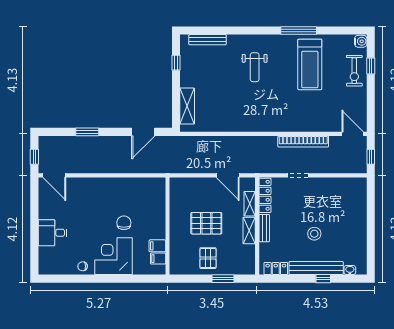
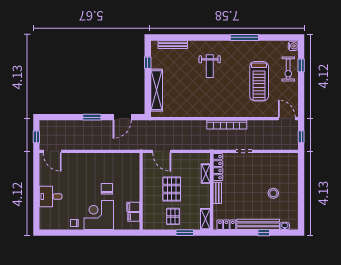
treadmill: (310, 64) -> (259, 81), moved
shelving: (187, 106) -> (157, 90), width x1.47
window: (87, 132) -> (92, 117), moved
bookcase: (303, 142) -> (227, 125), moved
door: (228, 175) -> (162, 151), moved
pallet: (206, 223) -> (172, 189), turned 90
shelving: (249, 230) -> (205, 219), moved
stool: (314, 234) -> (273, 193), moved

